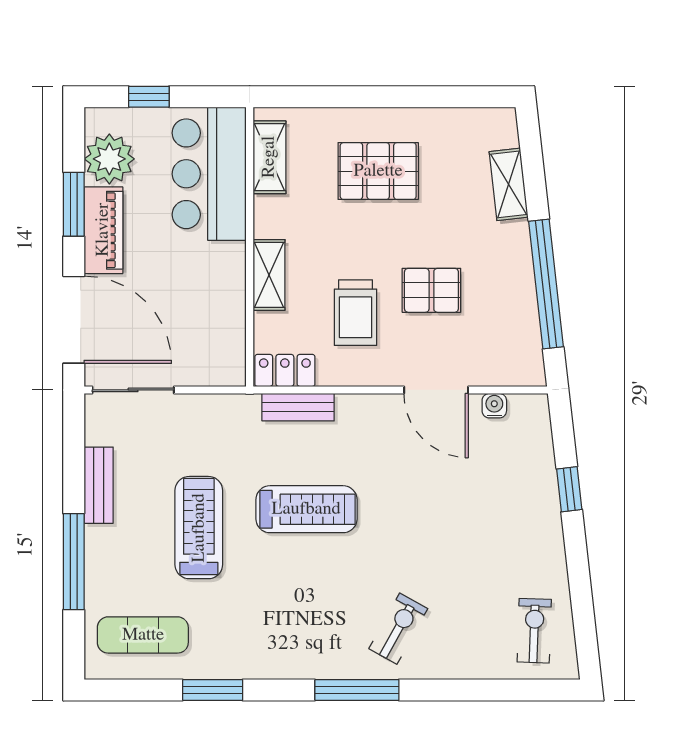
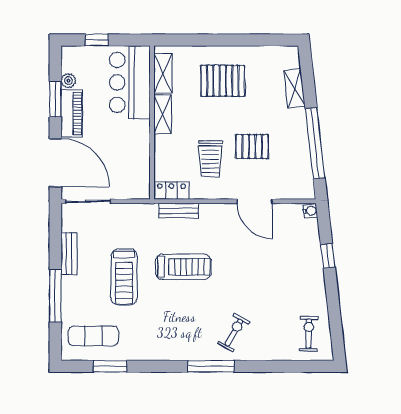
plant: (109, 159) -> (68, 81), width x0.53, depth x0.53
shelving: (269, 275) -> (163, 114), moved
water cooler: (494, 406) -> (310, 211), moved, turned 84
treadmill: (199, 528) -> (124, 277), turned 180
window: (213, 690) -> (110, 366), moved

